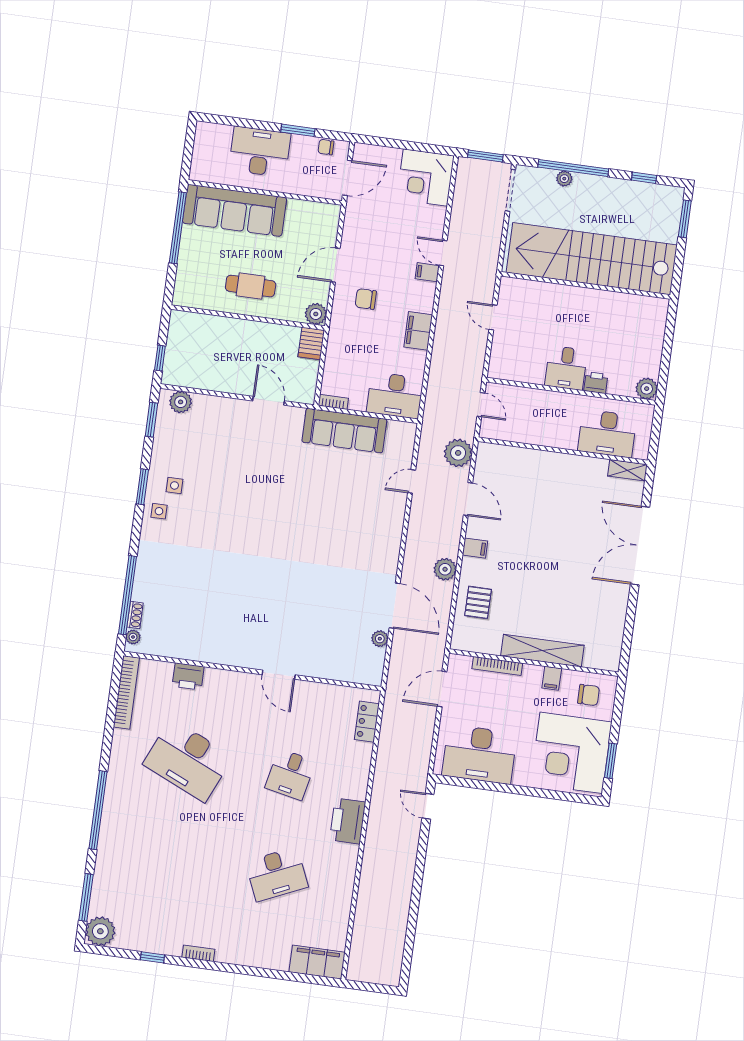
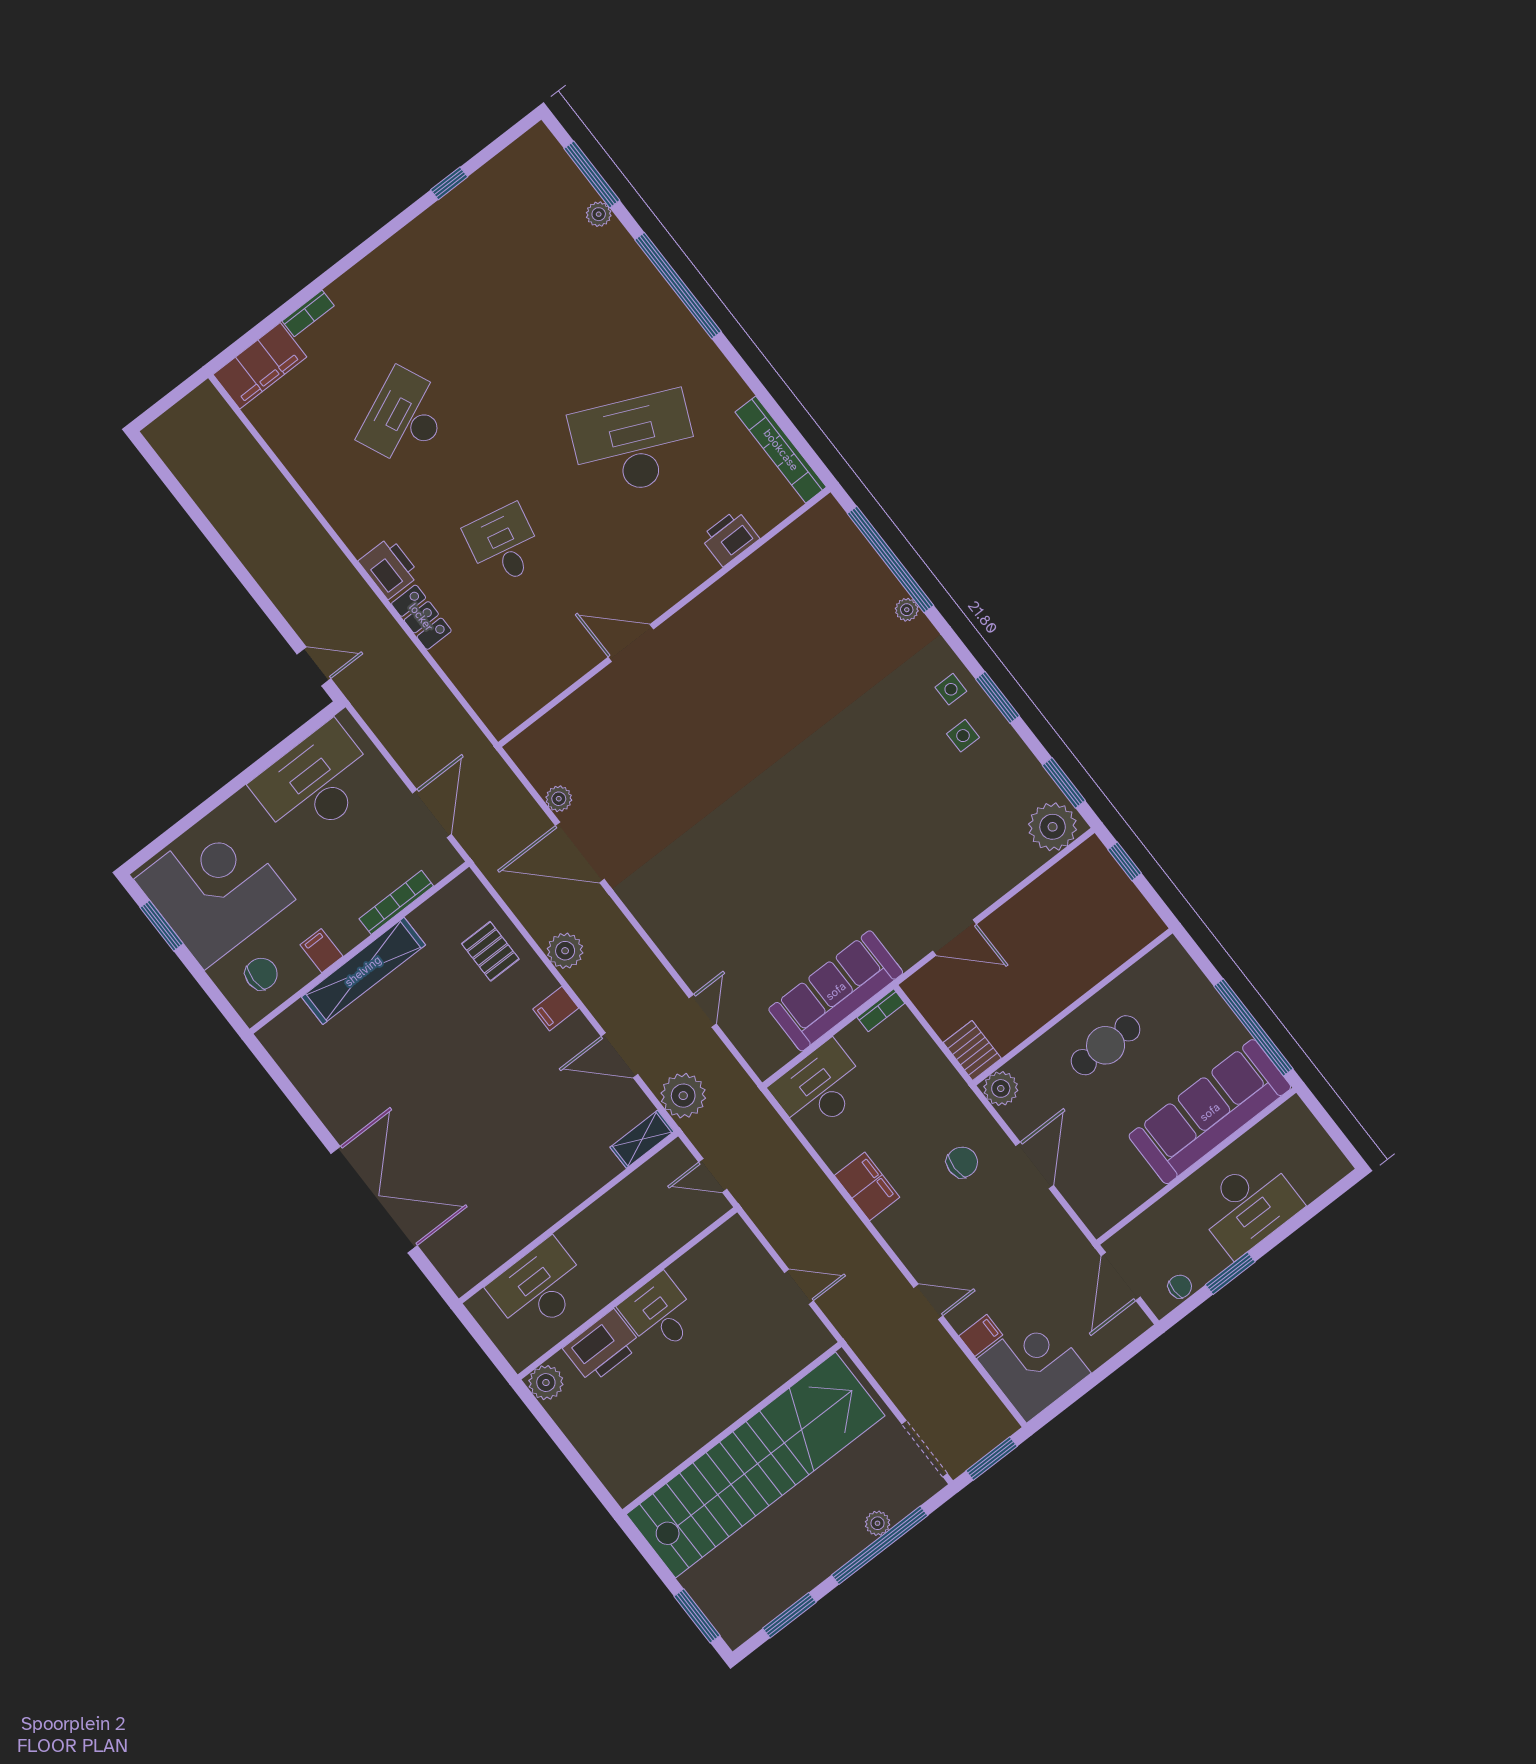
window: (644, 178) -> (789, 1615), width x1.50
filing cabinet: (427, 272) -> (981, 1335), moved
printer: (596, 383) -> (602, 1347), width x1.87, depth x1.48
plant: (181, 402) -> (1053, 827), width x1.36, depth x1.36
shelving: (627, 470) -> (642, 1139), moved
shoe rack: (135, 615) -> (859, 546), removed
plant: (133, 637) -> (907, 610), moved
chair: (589, 695) -> (261, 974), turned 180
locker: (367, 722) -> (421, 617), moved
printer: (348, 821) -> (389, 568), width x0.73, depth x0.84
plant: (100, 931) -> (599, 214), moved, width x0.53, depth x0.53
bookcase: (198, 953) -> (308, 313), moved

